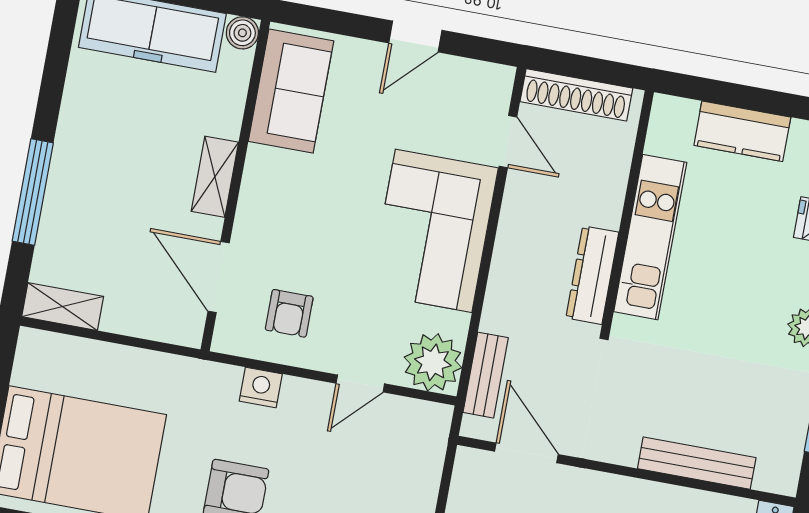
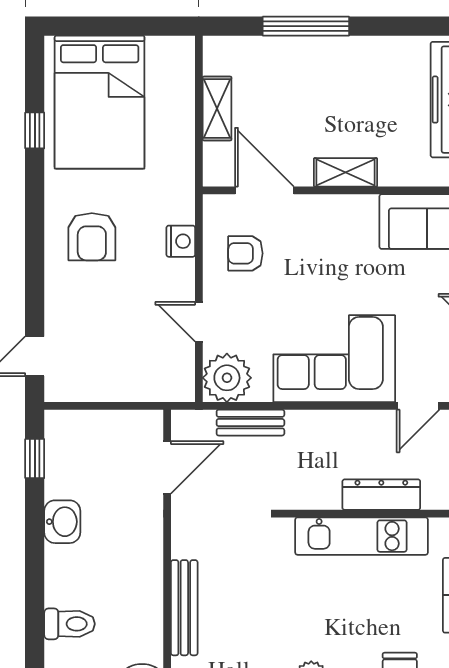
dresser: (592, 275) -> (381, 495), moved
door: (219, 277) -> (264, 190), hinge flipped
shelving: (63, 307) -> (217, 108), moved
bench: (486, 375) -> (250, 423), moved

